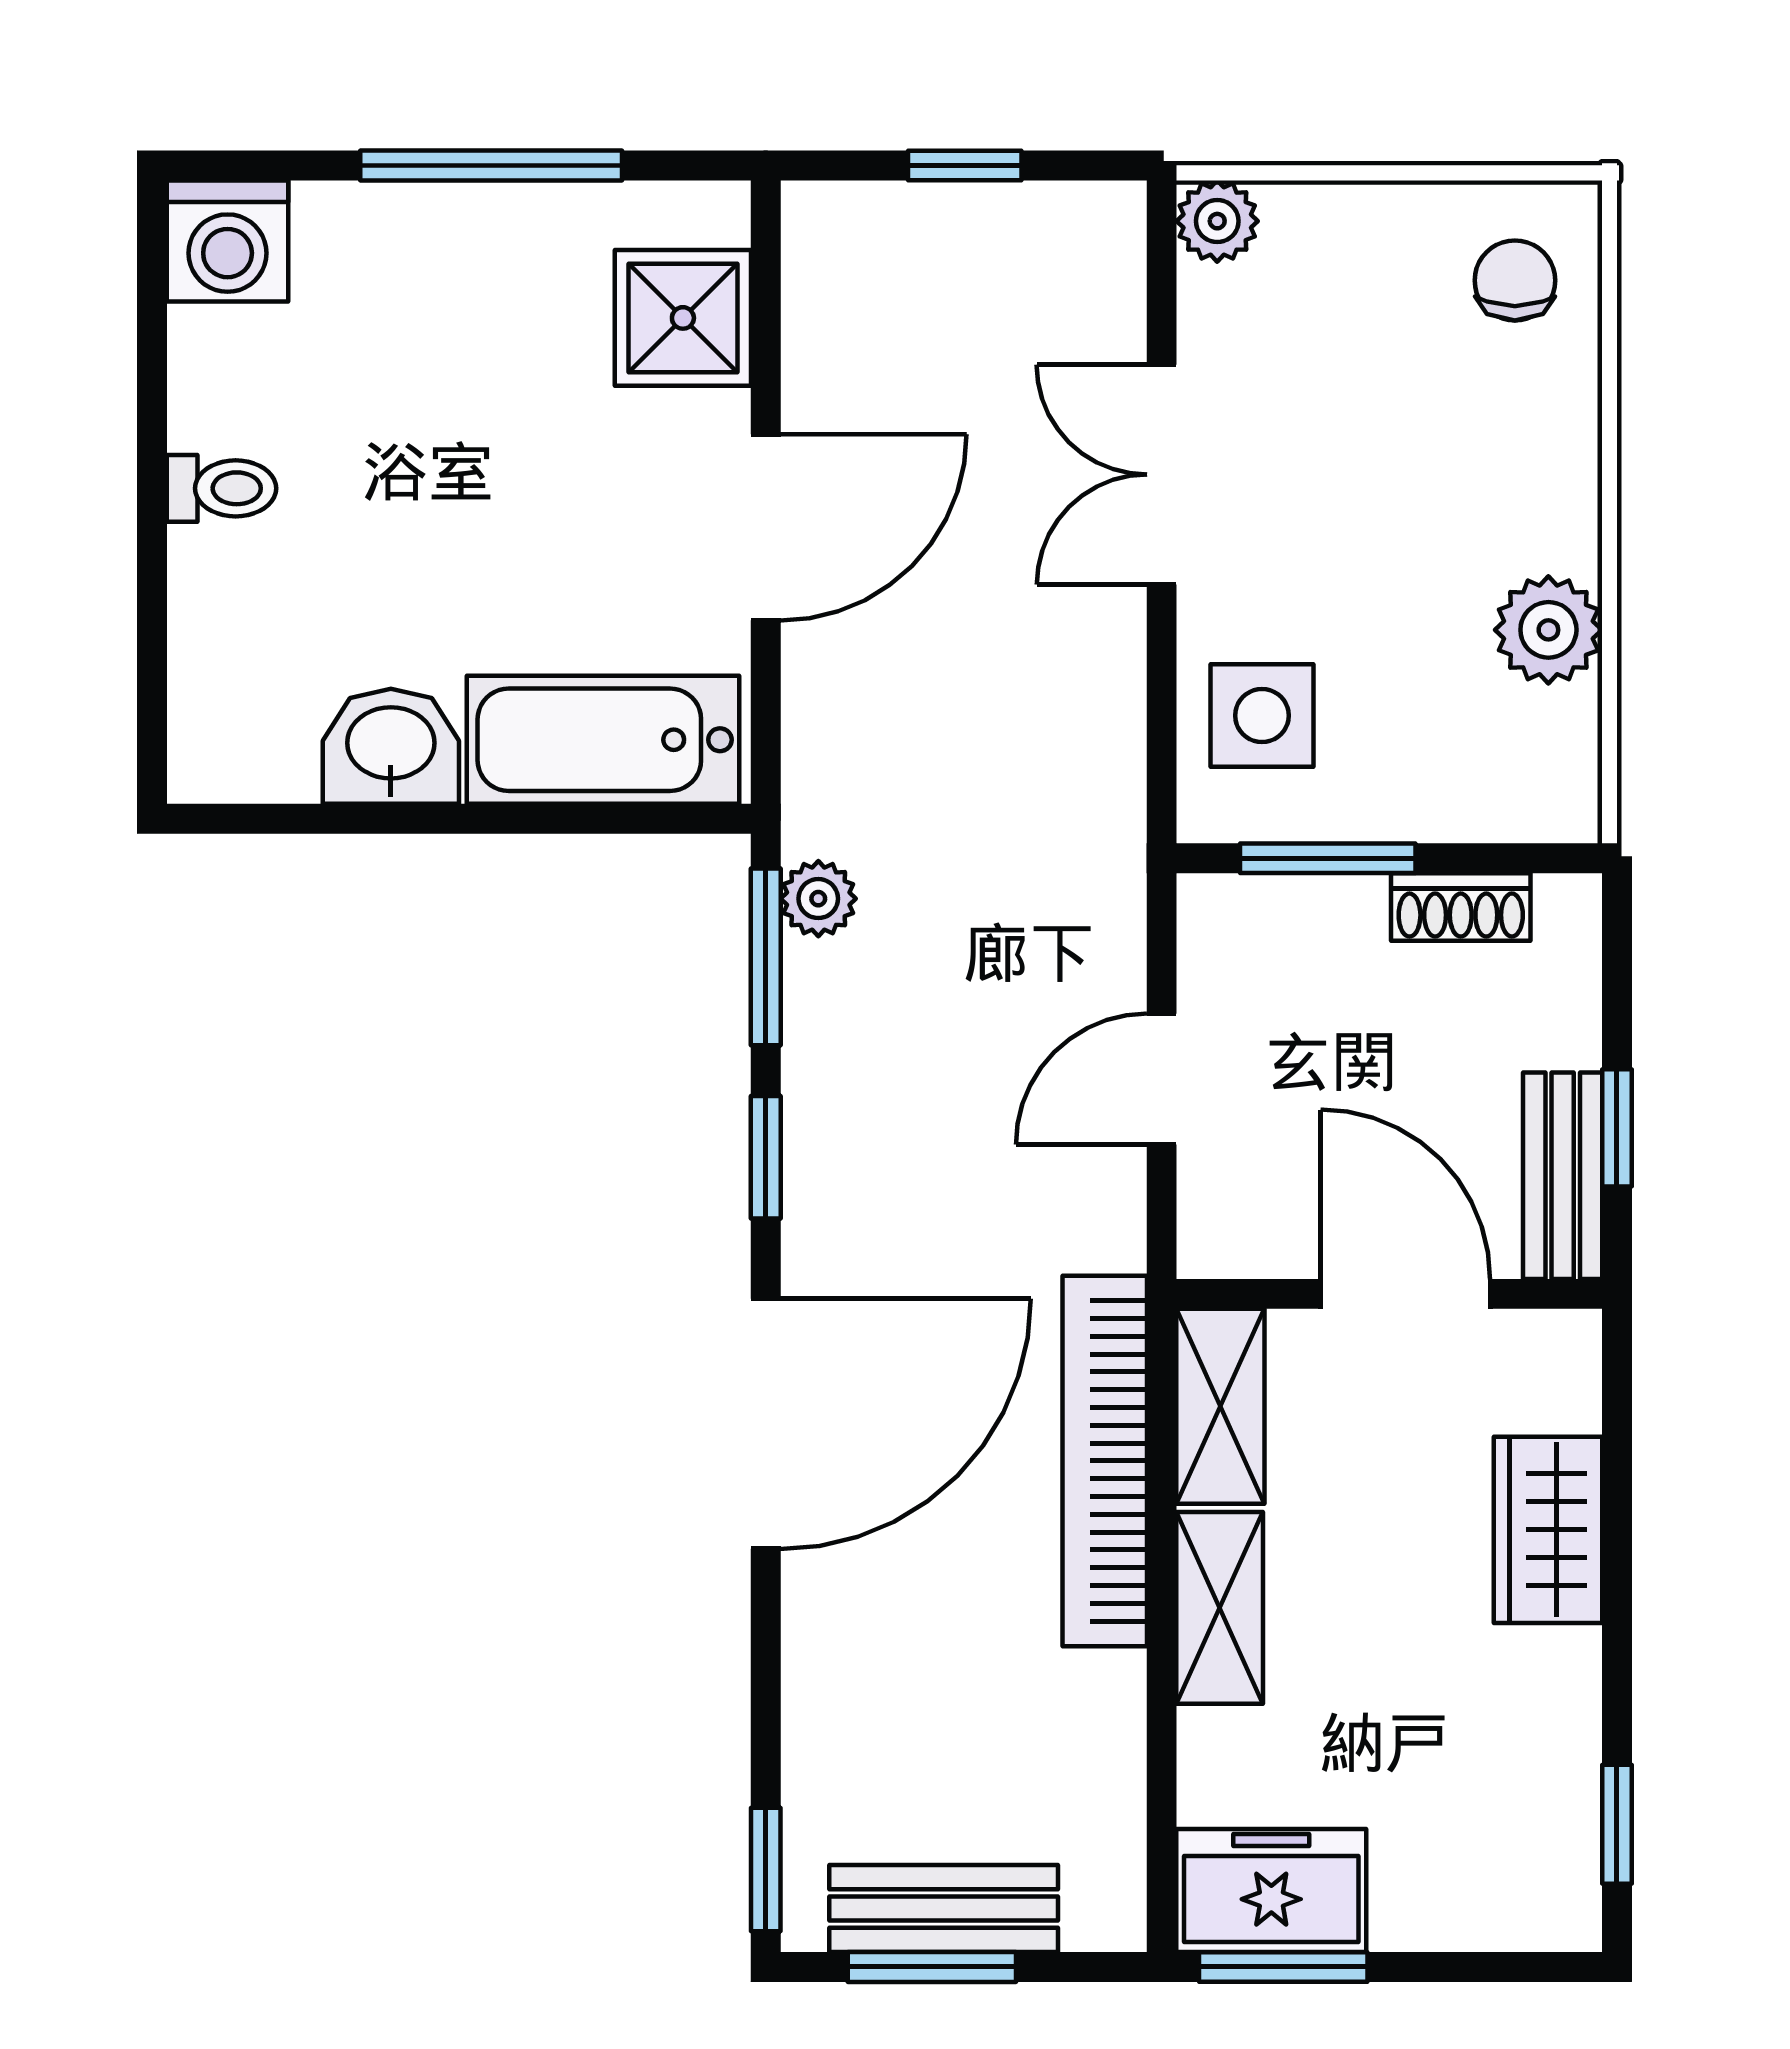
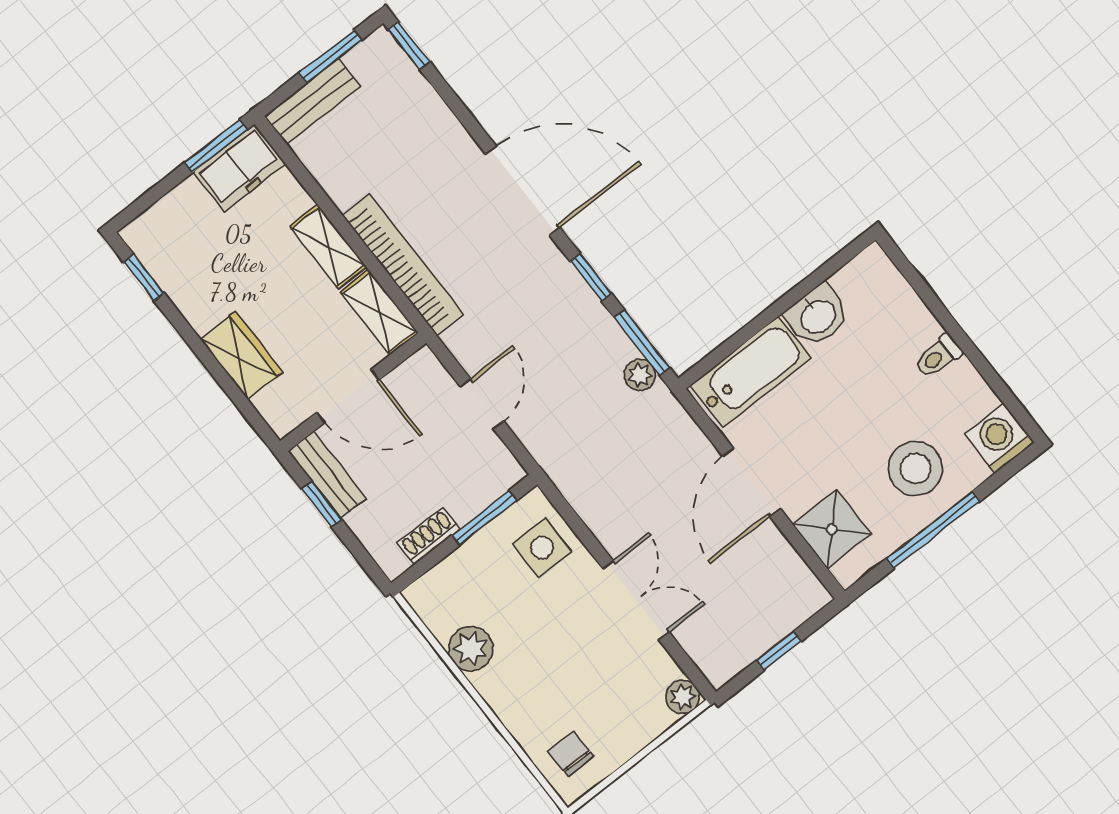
chair: (1515, 280) -> (571, 754), turned 180
stool: (433, 309) -> (915, 468), added
door: (766, 1424) -> (523, 191), swing flipped
bench: (944, 1908) -> (312, 101), moved

